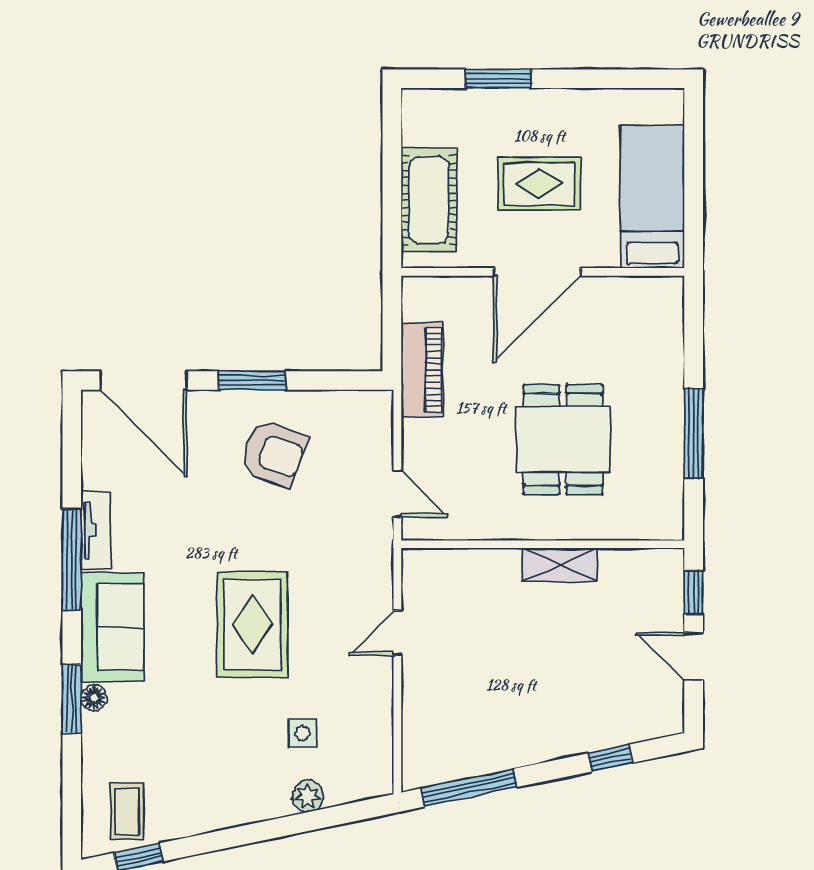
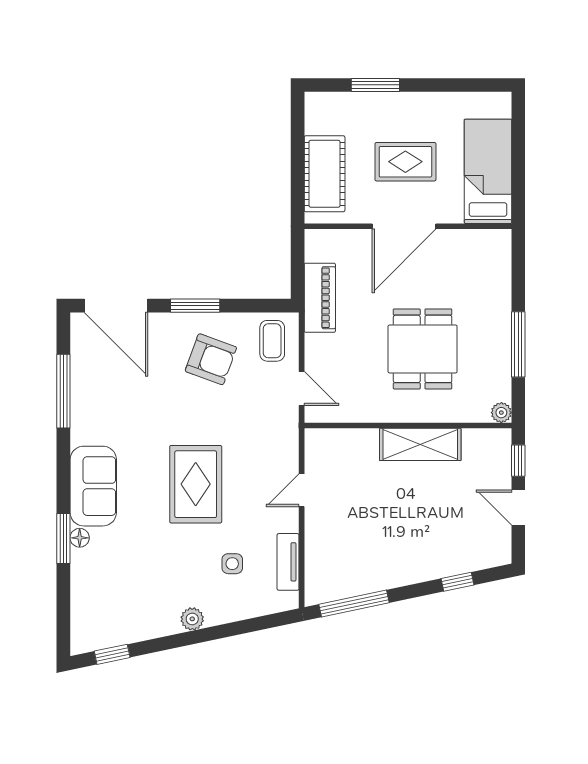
plant: (670, 527) -> (501, 413), added
tv unit: (96, 531) -> (288, 562), moved, turned 180
window: (72, 559) -> (63, 391), moved
shelving: (560, 565) -> (420, 444), width x1.50, depth x1.33
plant: (308, 796) -> (192, 619), moved
coffee table: (127, 811) -> (272, 341), moved

